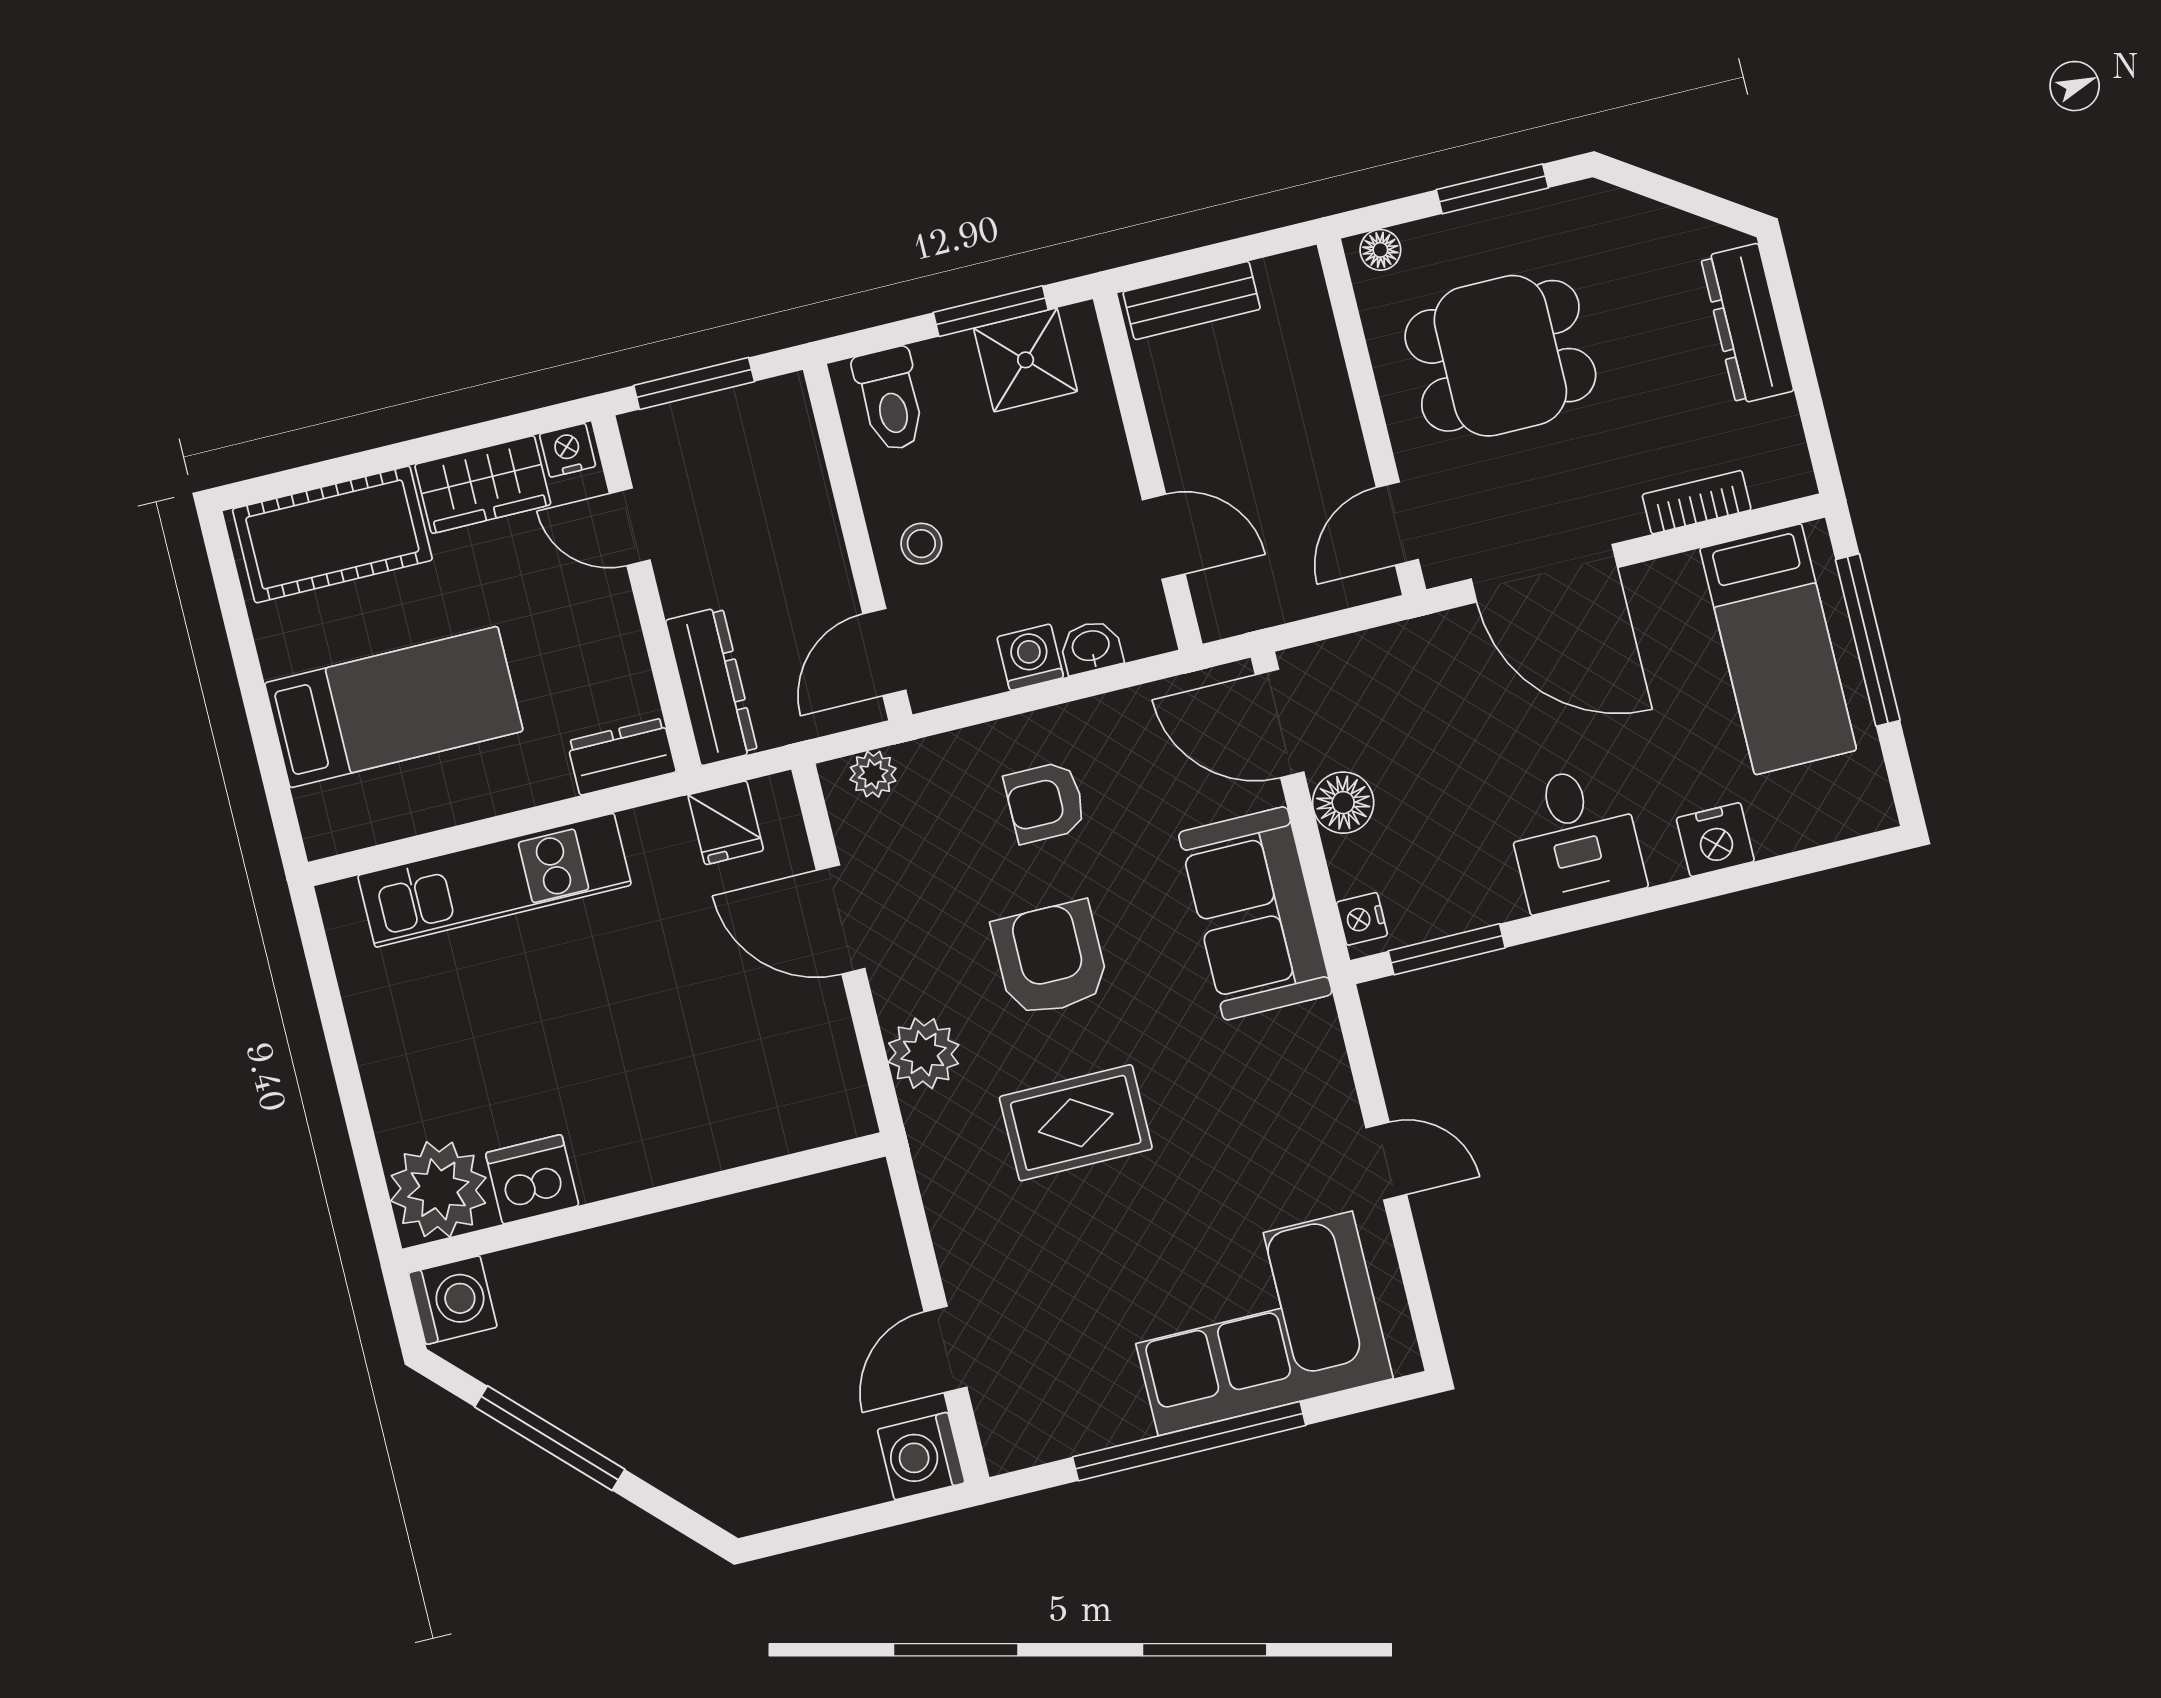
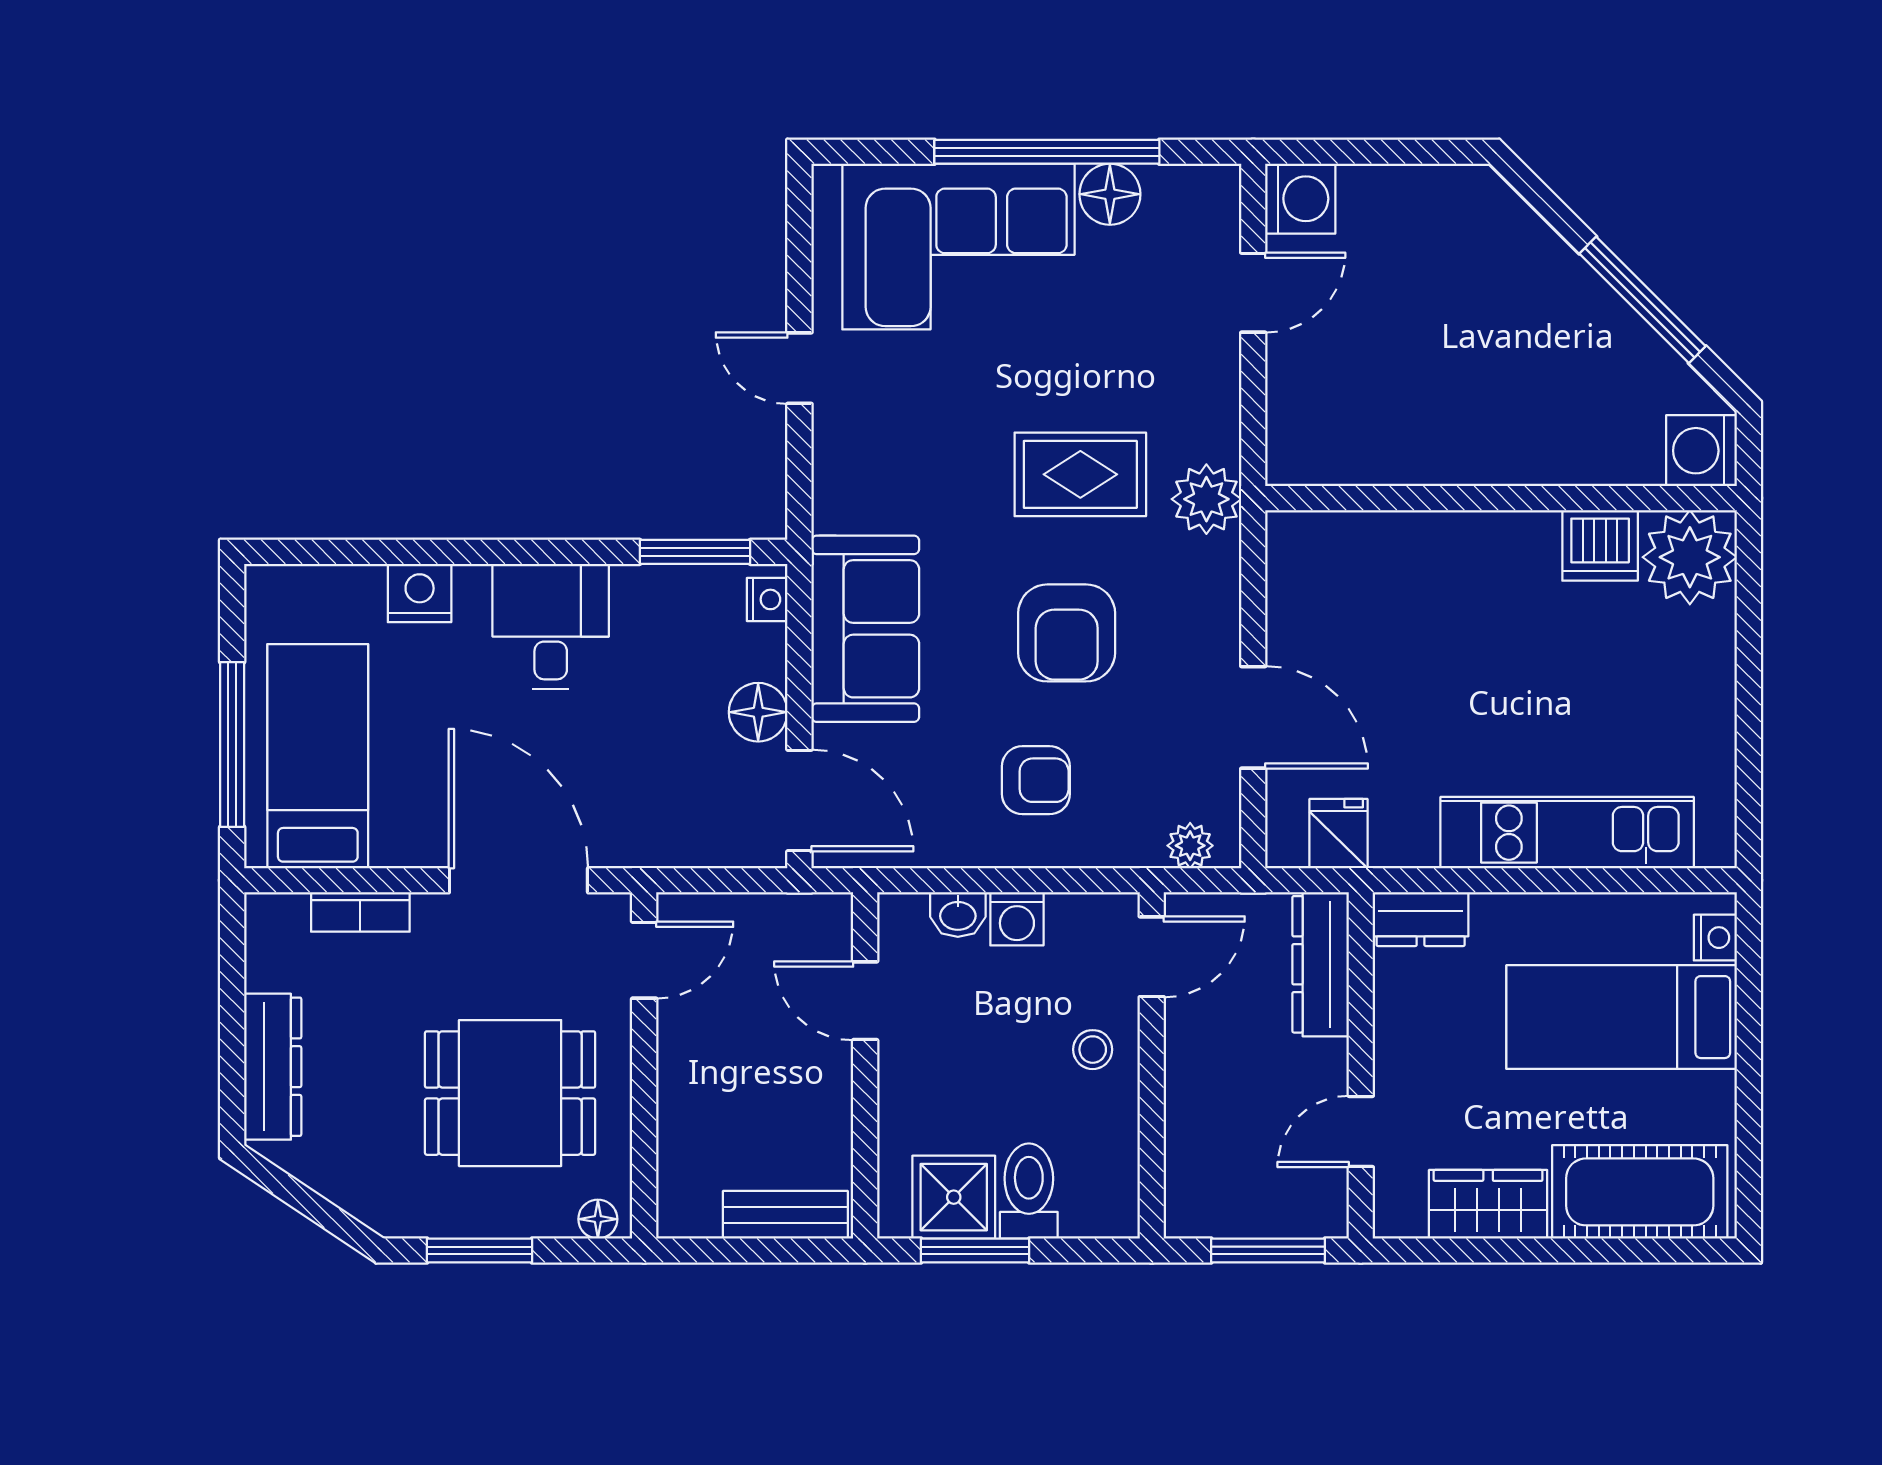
toilet: (890, 399) -> (1029, 1191), moved
nightstand: (568, 450) -> (1715, 938), moved, turned -90
door: (630, 527) -> (1361, 1132), swing flipped
plant: (924, 1053) -> (1206, 499), moved
floor lamp: (1115, 1414) -> (1110, 194), added

